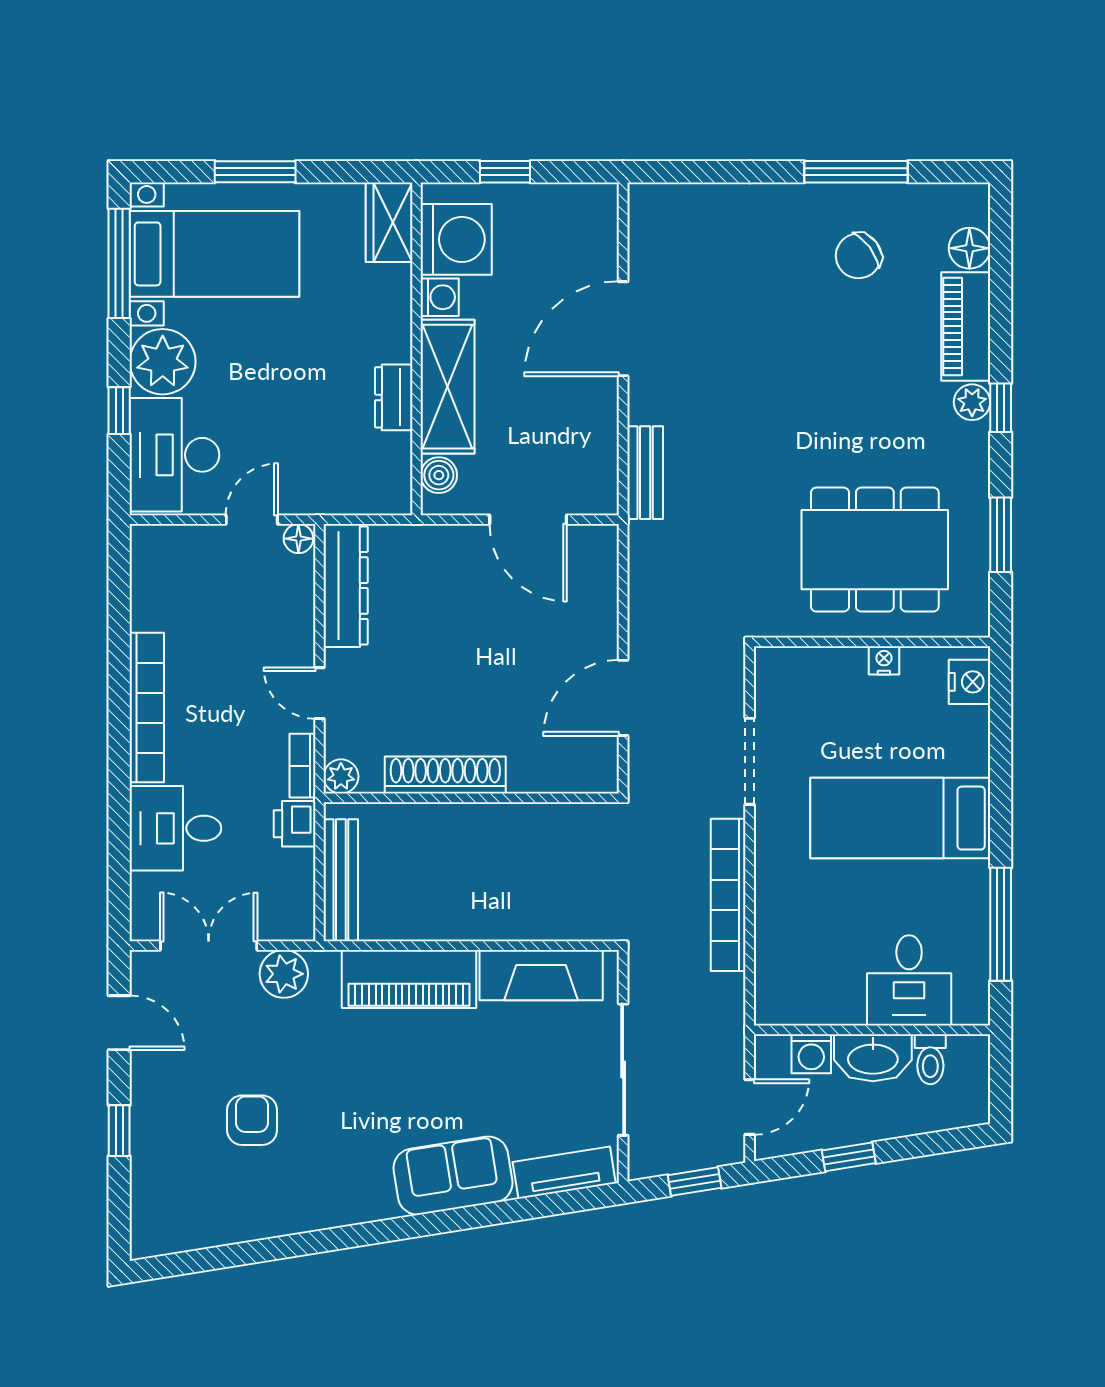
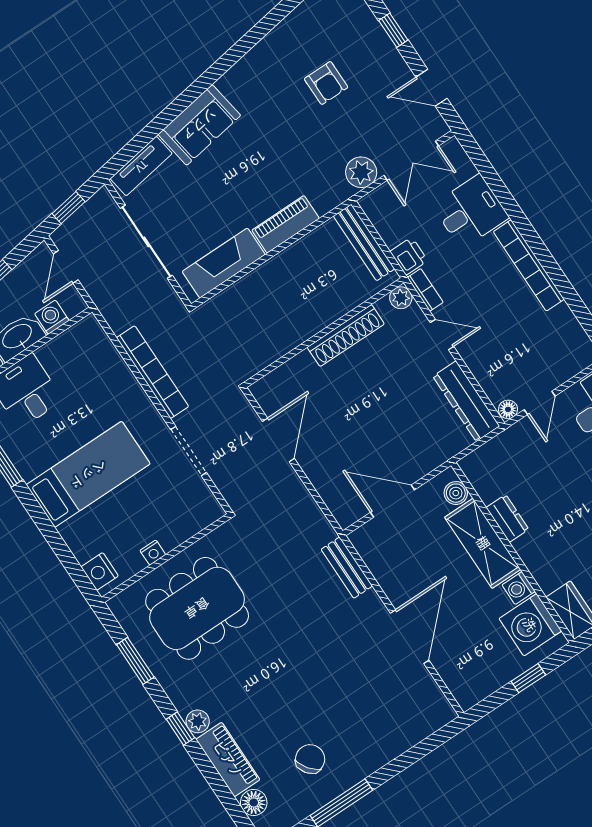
piano: (409, 979) -> (286, 224), width x0.73, depth x0.75

